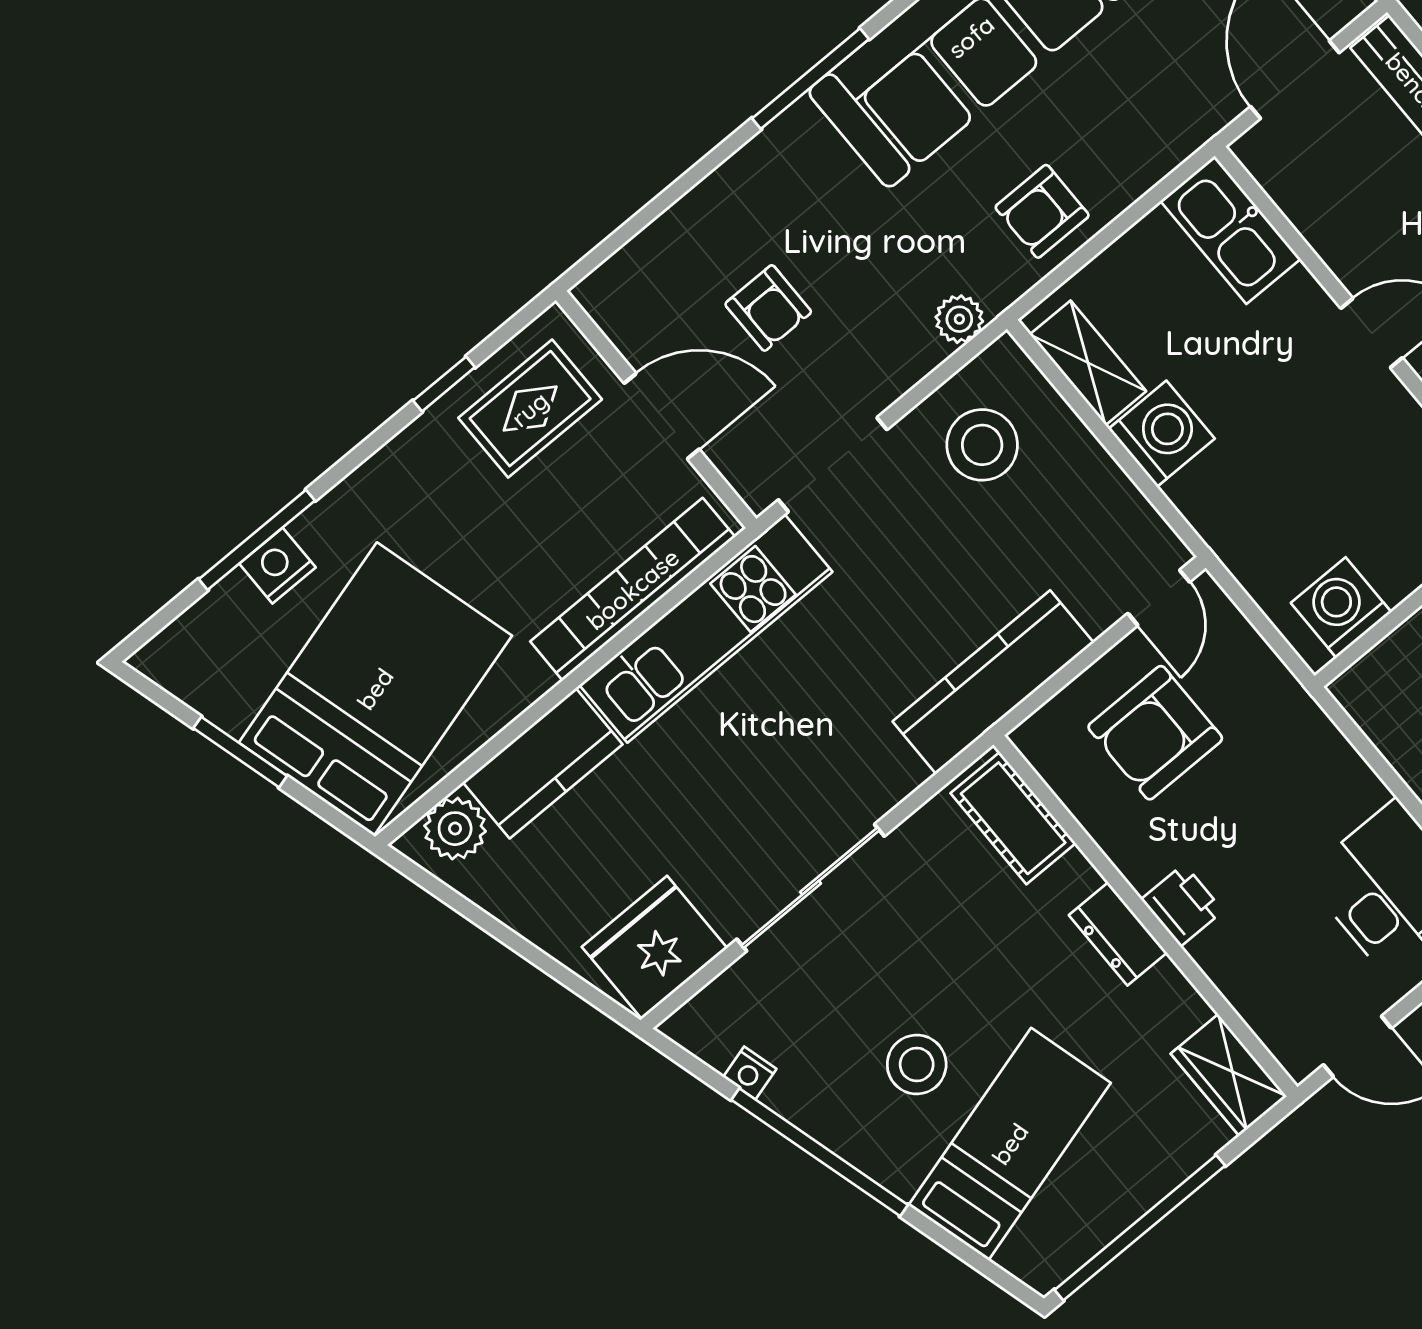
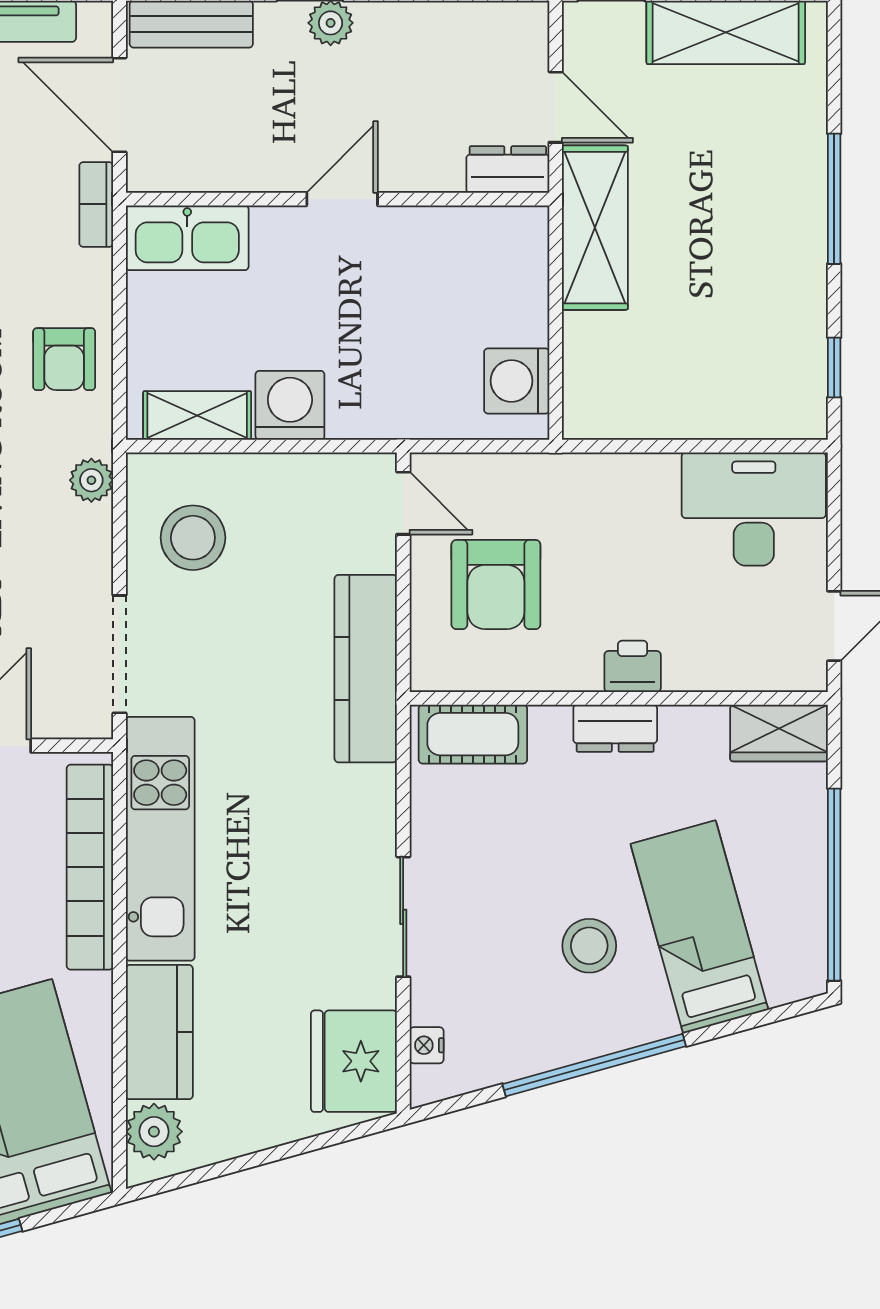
bookcase: (1195, 130) -> (96, 204), added
sliding door: (811, 888) -> (403, 917), width x0.73
nightstand: (750, 1073) -> (427, 1045), moved, turned 106

